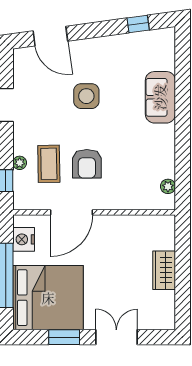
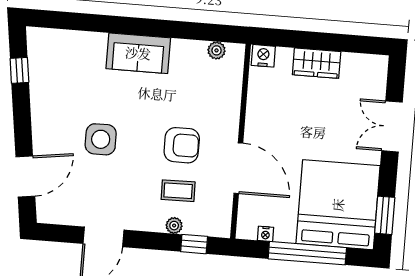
sofa: (160, 97) -> (138, 53), moved
coffee table: (49, 164) -> (178, 191), width x0.73, depth x0.77
nightstand: (167, 226) -> (263, 56), added
nightstand: (24, 239) -> (266, 234), width x0.53, depth x0.56
window: (64, 337) -> (385, 215), moved

